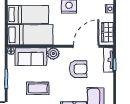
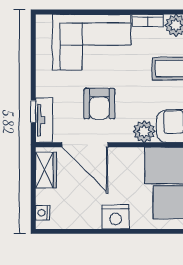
door: (86, 46) -> (85, 145), hinge flipped
armchair: (78, 69) -> (99, 104), turned -90

